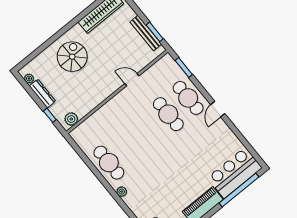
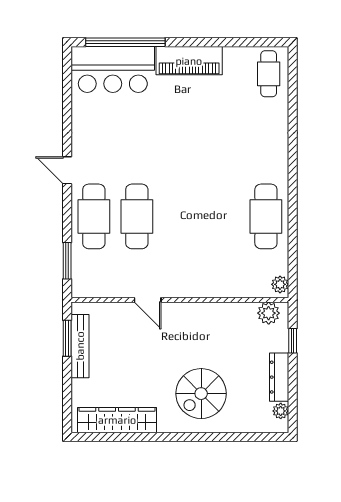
door: (218, 109) -> (67, 170), swing flipped
plant: (122, 192) -> (280, 284), moved

